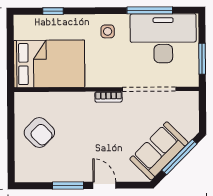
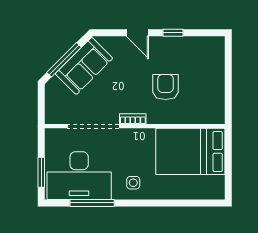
window: (53, 11) -> (186, 203), removed
window: (202, 59) -> (41, 172), moved
armchair: (39, 133) -> (166, 87), moved, turned 45
window: (68, 186) -> (173, 33), width x0.67

